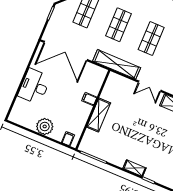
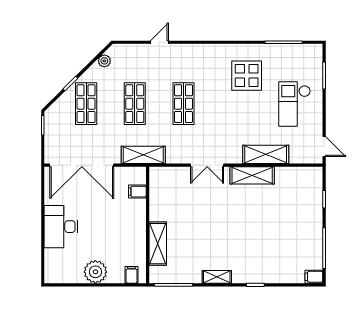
shelving: (117, 64) -> (143, 155), width x0.68
filing cabinet: (89, 99) -> (137, 192), moved
shelving: (99, 115) -> (158, 244), moved
shelving: (135, 168) -> (217, 277), moved

